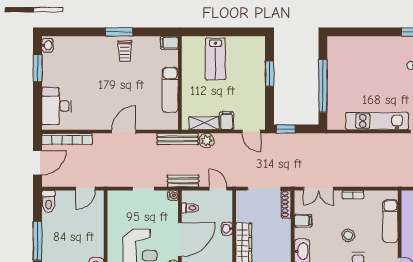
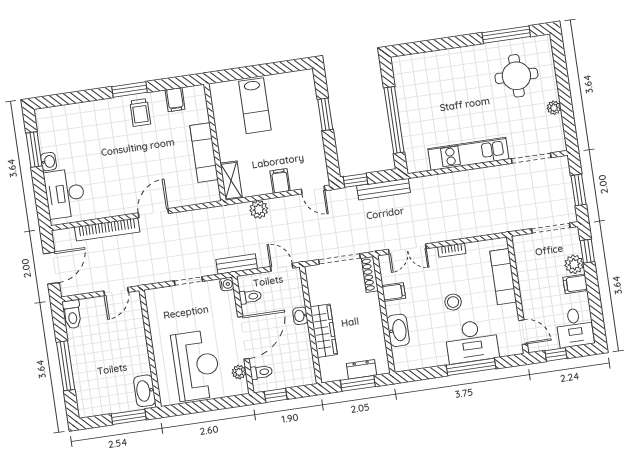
filing cabinet: (169, 43) -> (175, 100), moved, turned -90
washbasin: (47, 45) -> (49, 162), moved
shelving: (204, 123) -> (231, 181), moved, turned 90
bookcase: (67, 139) -> (107, 229), moved
bench: (178, 139) -> (384, 189), moved

